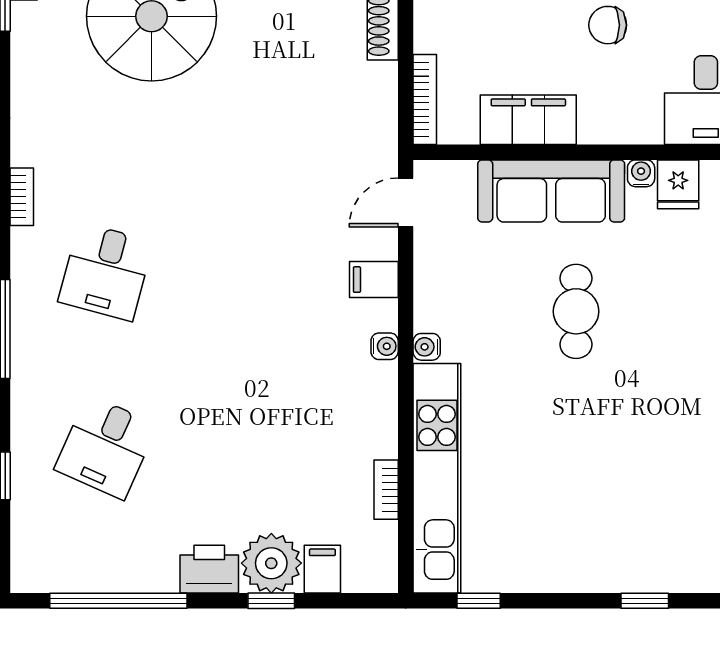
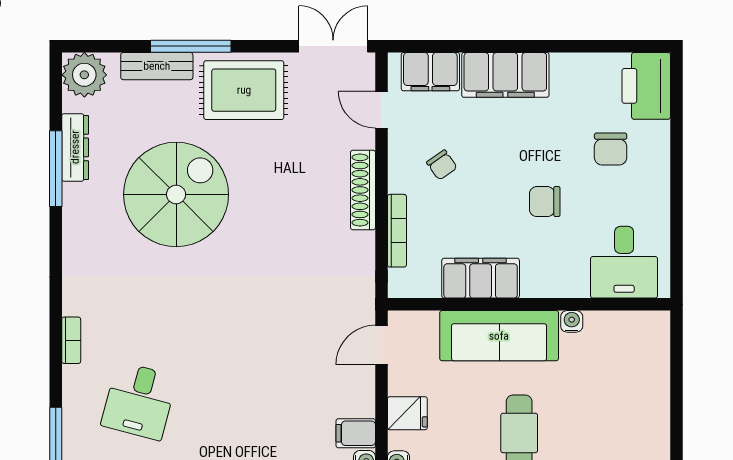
bookcase: (425, 99) -> (397, 231), moved
fridge: (678, 184) -> (407, 413), moved, turned -90
filing cabinet: (374, 280) -> (356, 433), moved

